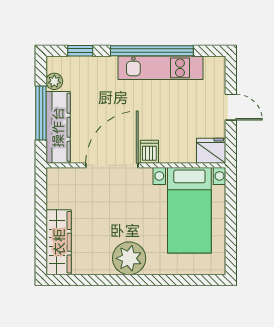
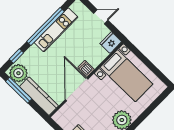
plant: (54, 81) -> (18, 73), width x1.88, depth x1.88
window: (41, 113) -> (19, 90), moved

